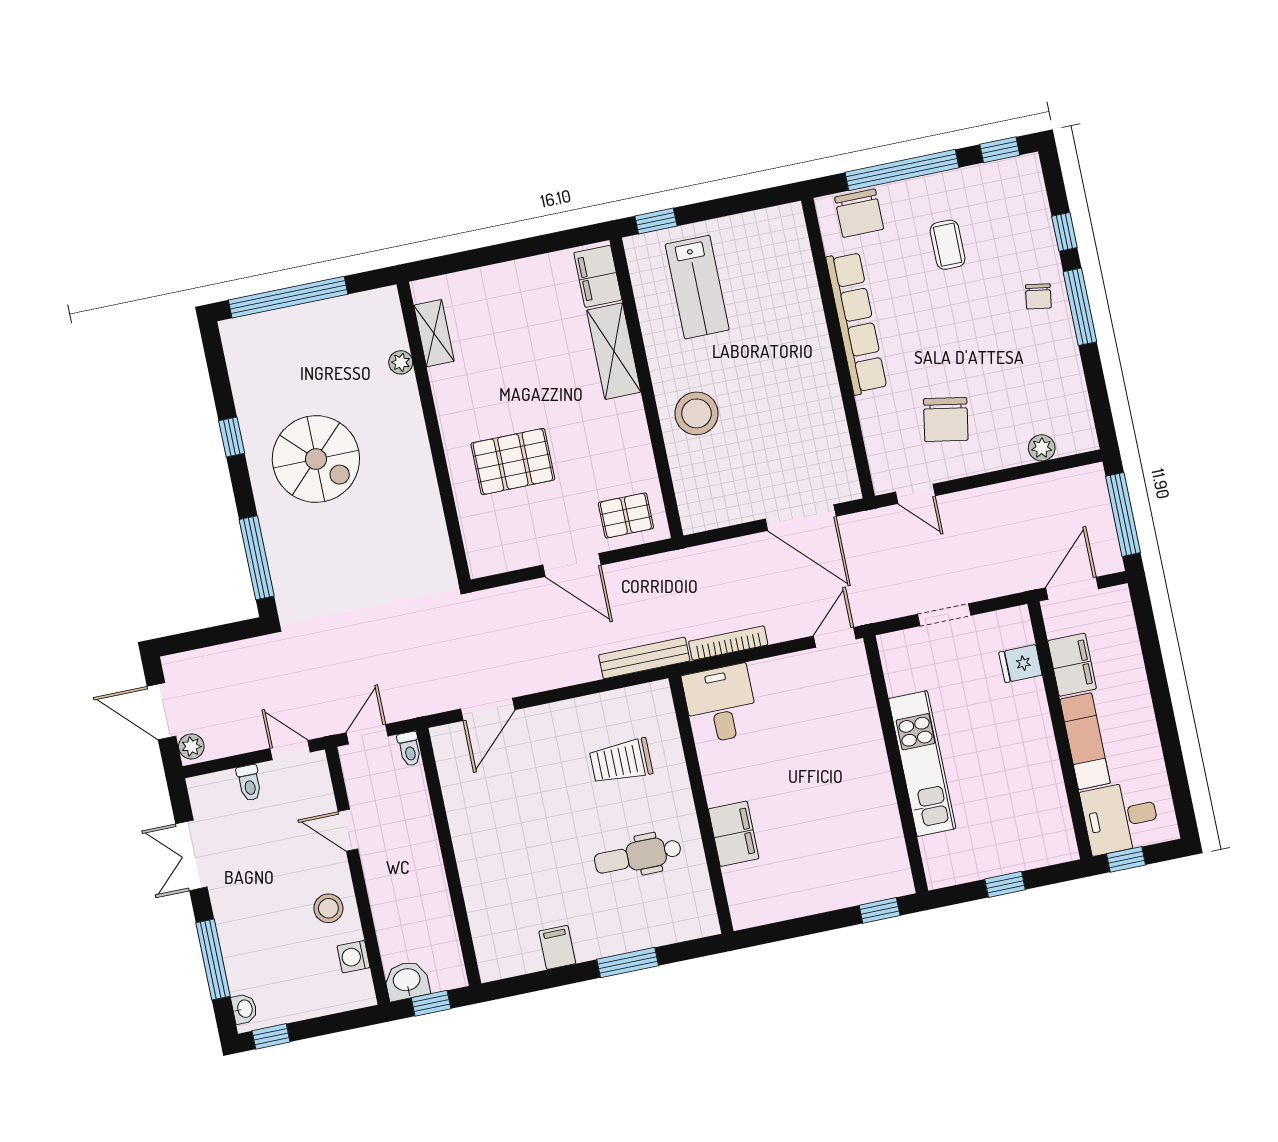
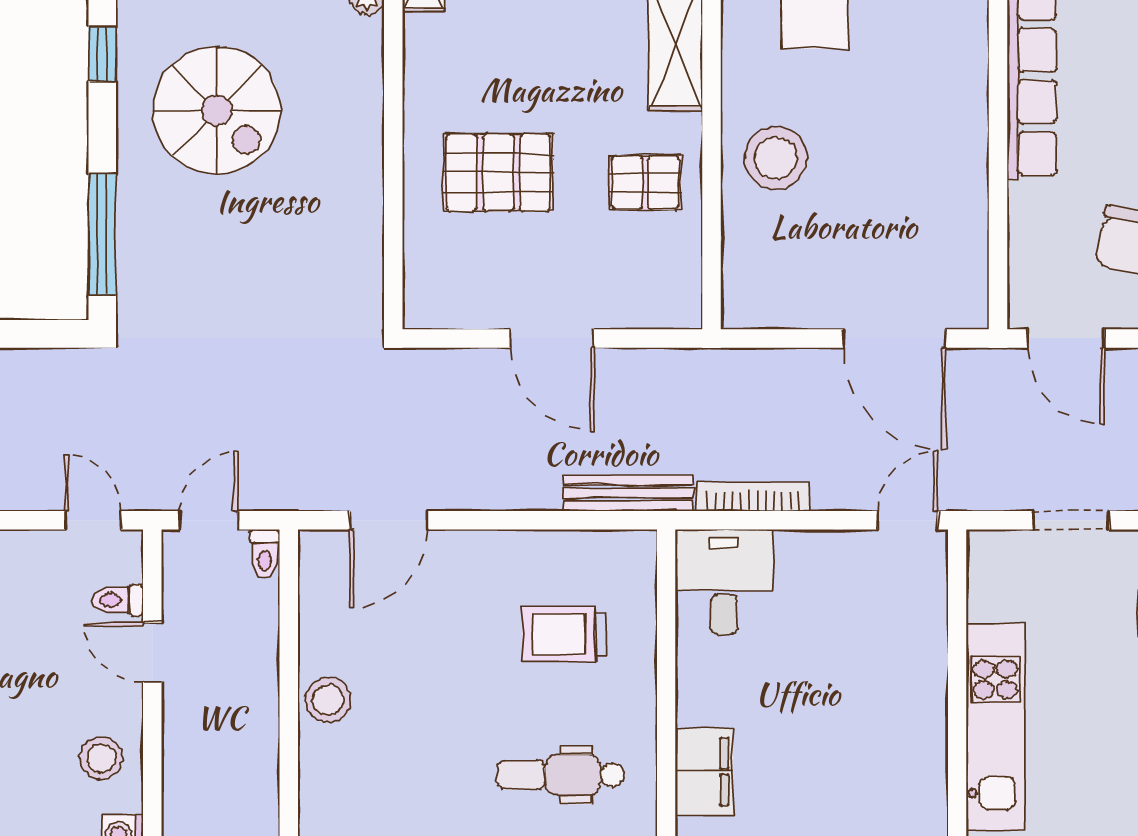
door: (915, 494) -> (1066, 338), width x1.38
pallet: (626, 515) -> (645, 183), moved
toilet: (249, 783) -> (118, 600), moved, turned 90
stool: (472, 838) -> (328, 700), added

